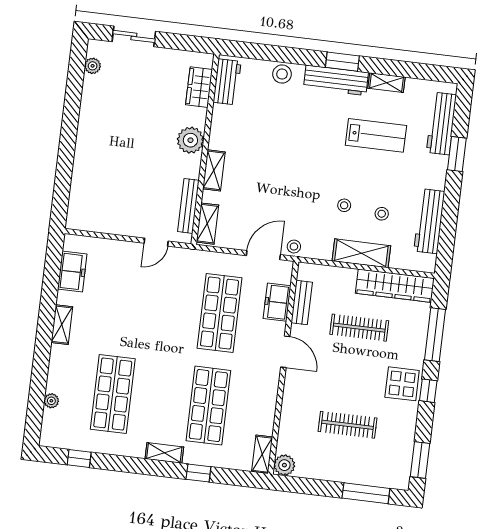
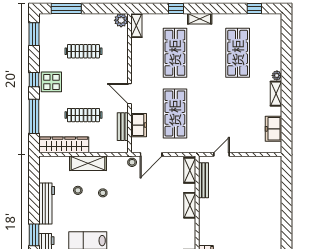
plant: (190, 140) -> (207, 223), removed
workbench: (429, 221) -> (47, 204), moved
plant: (51, 401) -> (277, 75), moved

